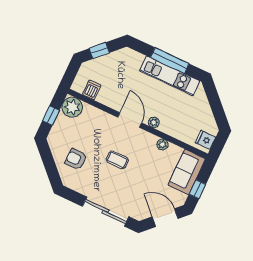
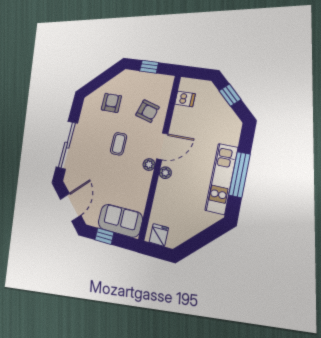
plant: (72, 107) -> (162, 85), removed
armchair: (93, 126) -> (147, 111), added
plant: (162, 145) -> (149, 165), moved

